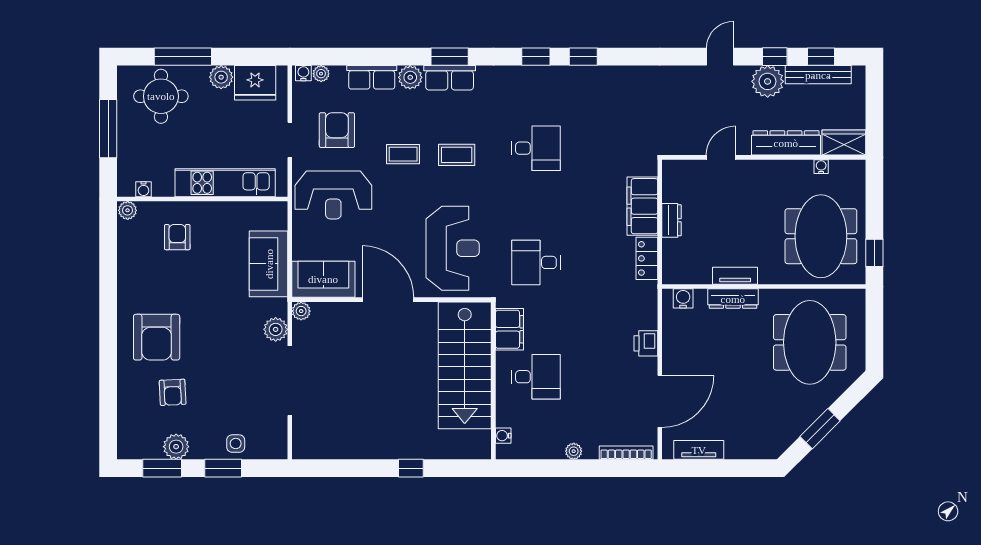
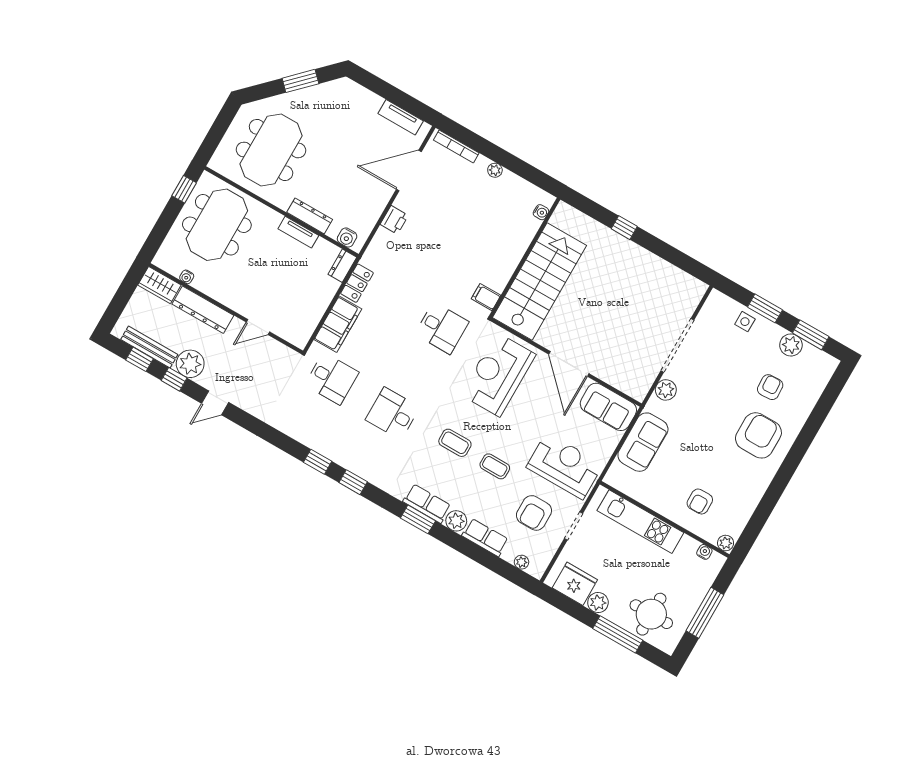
water cooler: (303, 73) -> (535, 570), removed
dresser: (671, 220) -> (342, 266), moved
plant: (301, 311) -> (639, 393), removed
filing cabinet: (509, 329) -> (486, 297), width x0.50
desk: (536, 377) -> (332, 379), moved, turned 180

